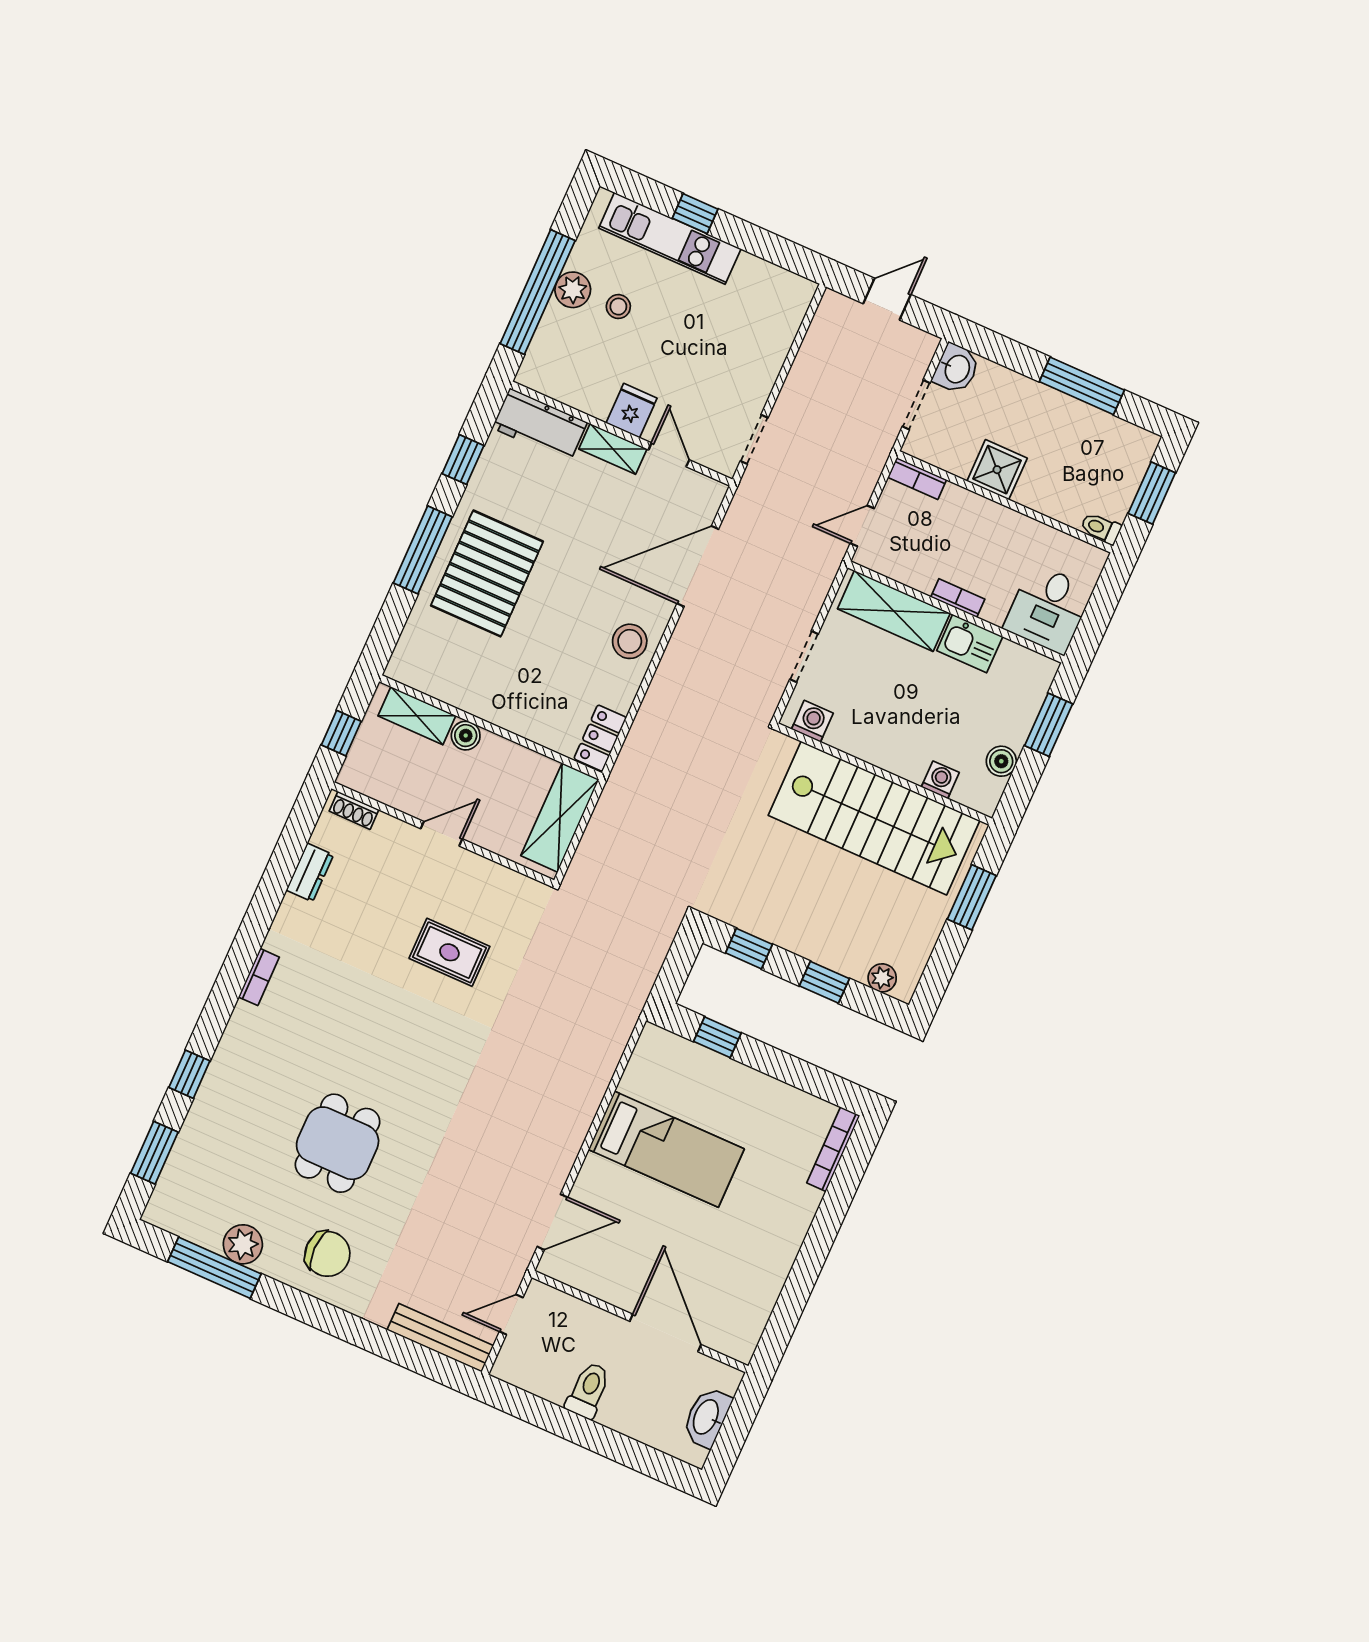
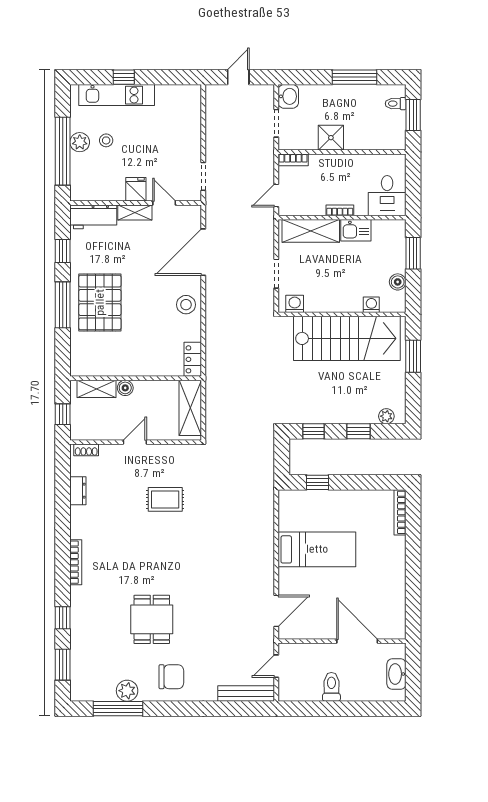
toilet: (1101, 528) -> (396, 104), moved
bookcase: (259, 977) -> (76, 562), width x1.56

